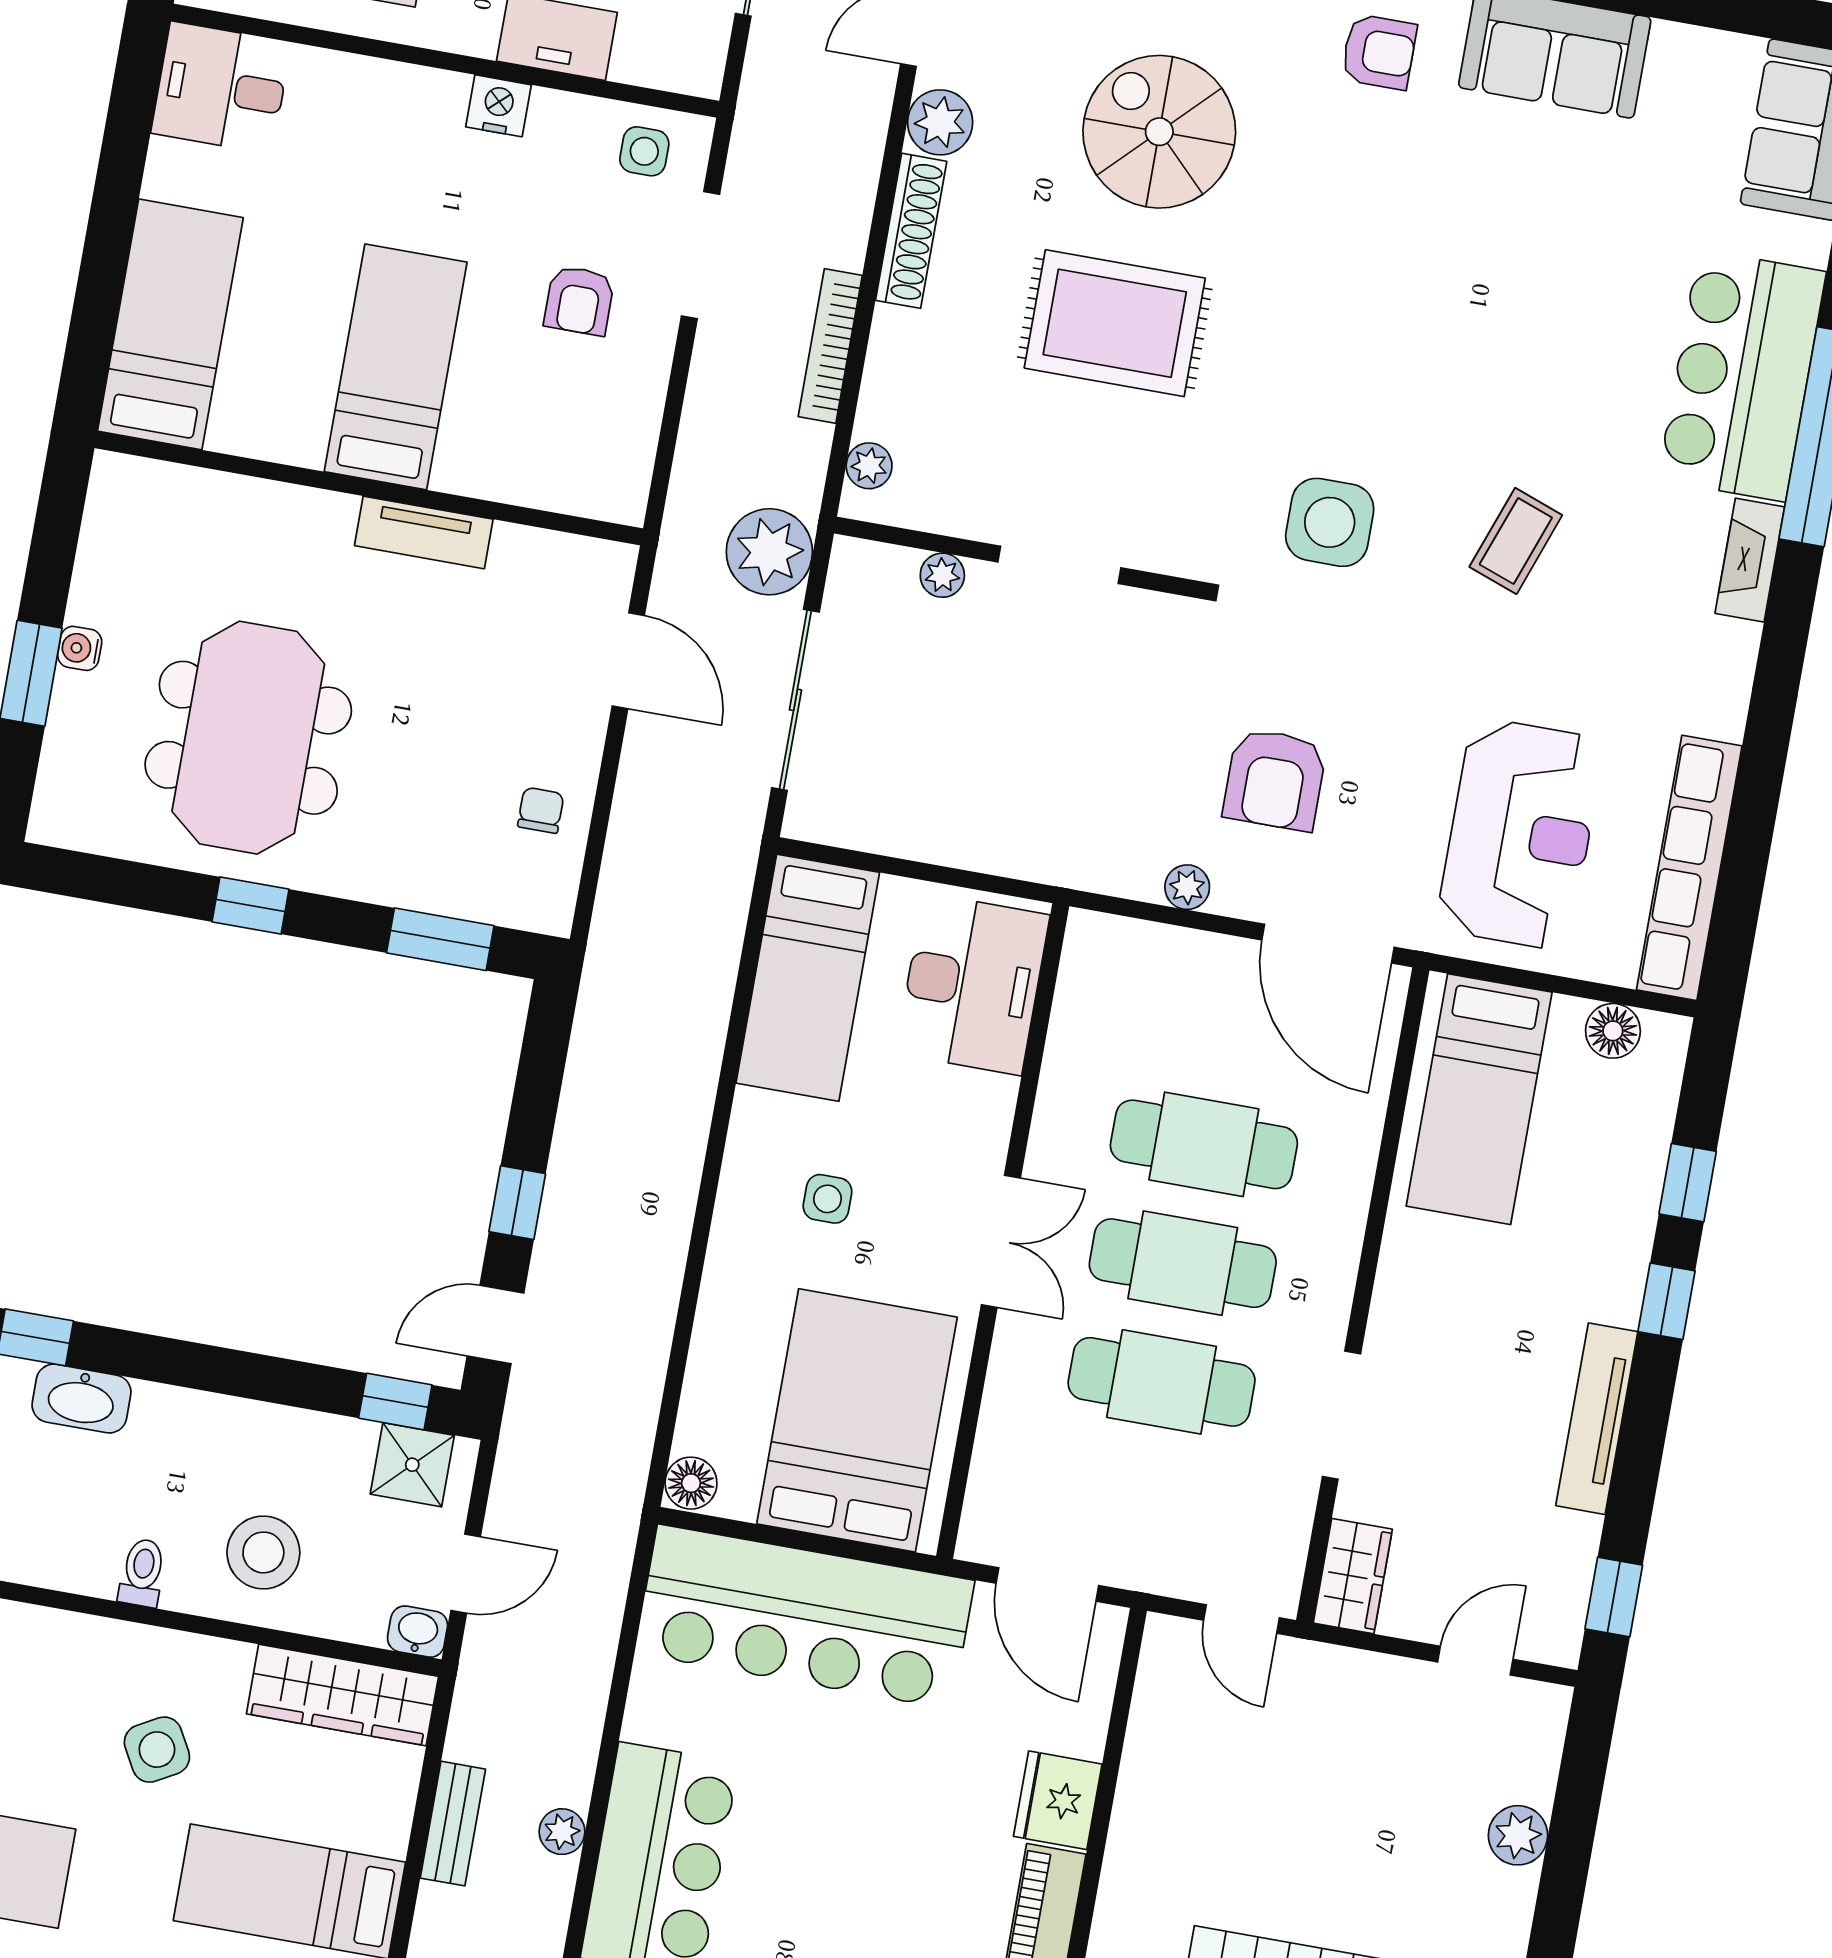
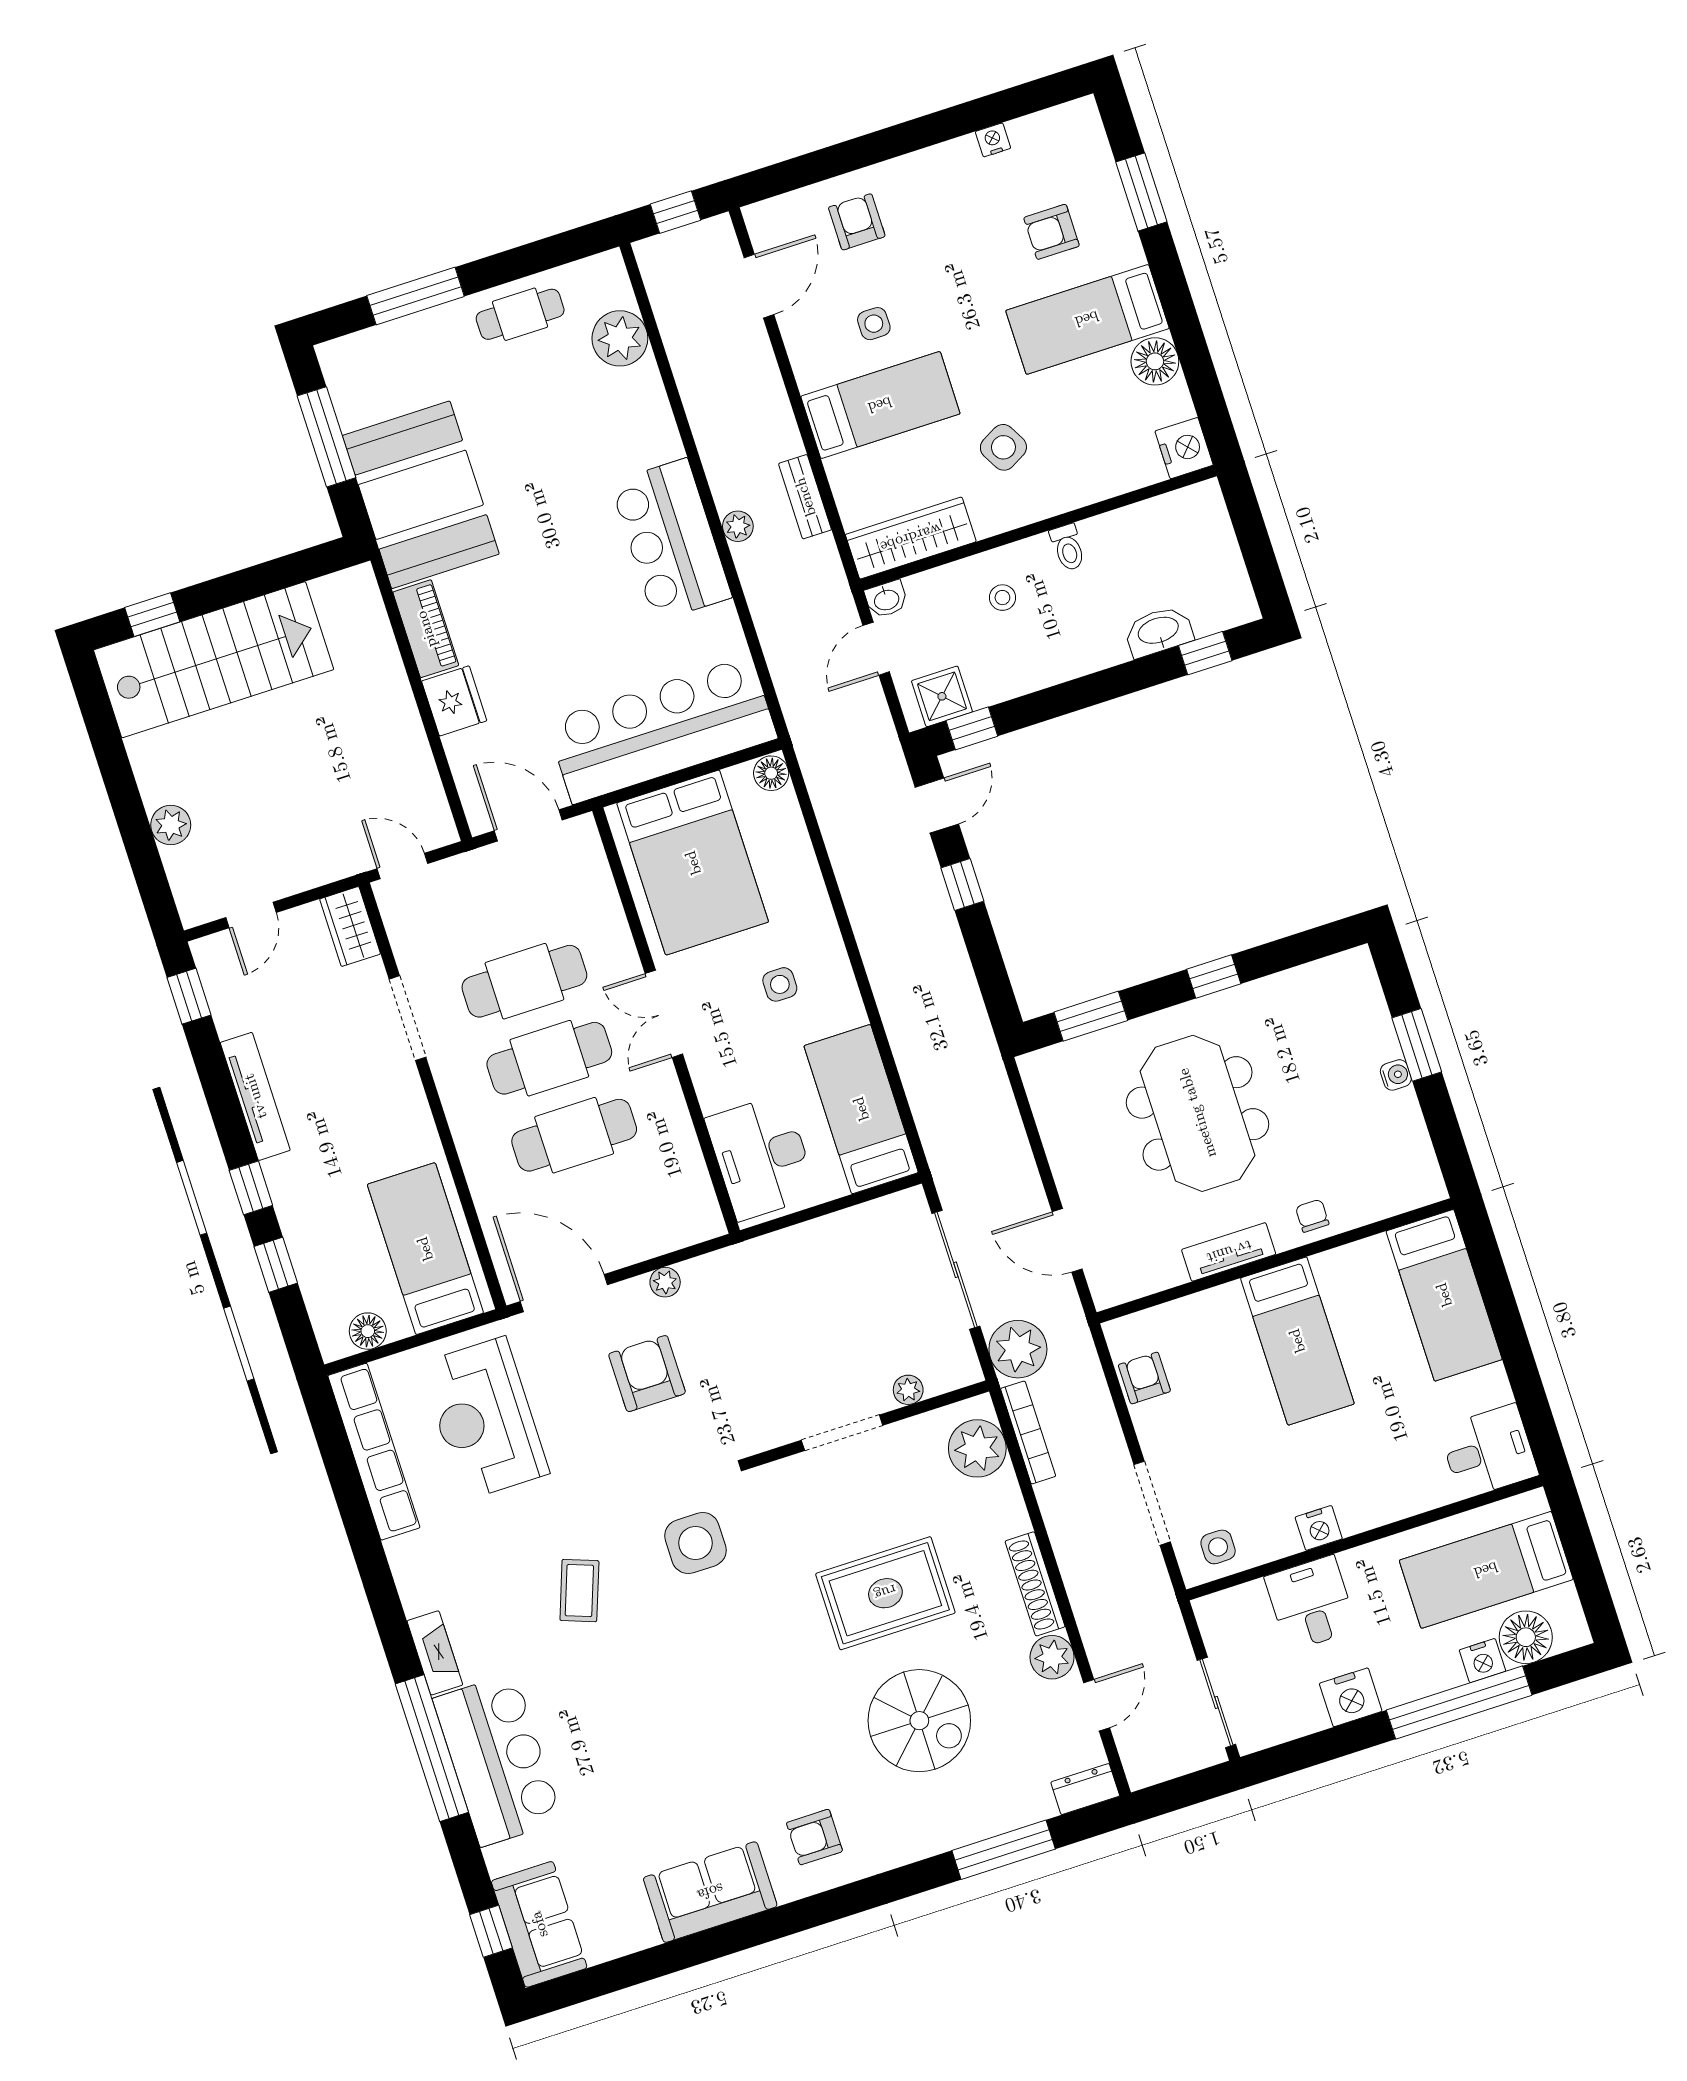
armchair: (579, 301) -> (1144, 1378), moved
bookcase: (830, 346) -> (1028, 1432), moved
plant: (869, 466) -> (977, 1448), width x1.88, depth x1.88
meeting table: (248, 738) -> (1197, 1113), moved
chair: (541, 810) -> (1312, 1216), moved, turned 180
stool: (263, 1552) -> (1002, 598), width x0.53, depth x0.53

